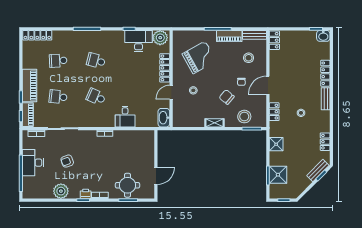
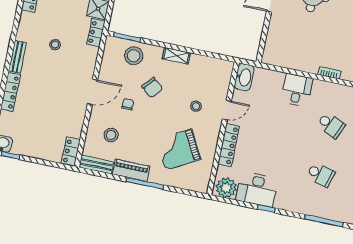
locker: (274, 112) -> (96, 33), moved

